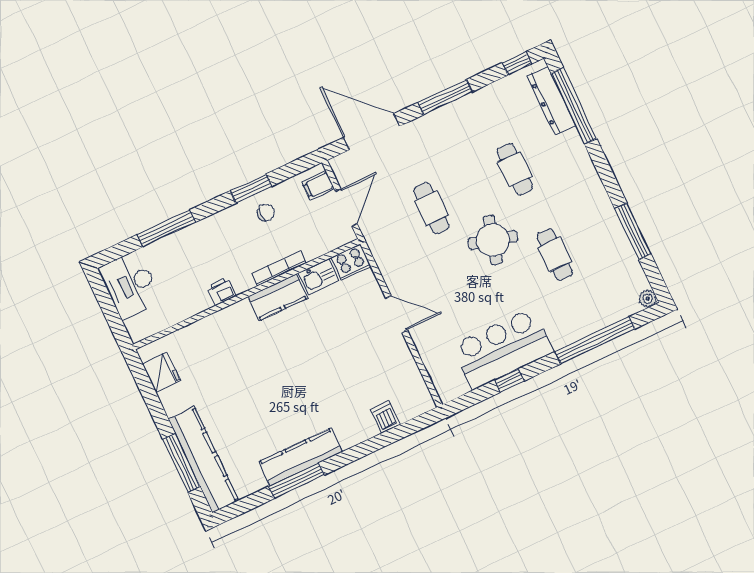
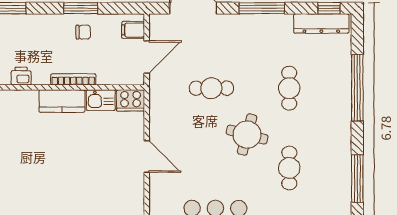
dresser: (551, 100) -> (321, 24), moved, turned -90
window: (574, 106) -> (357, 88), moved
cafe table: (431, 208) -> (211, 88), turned 90

